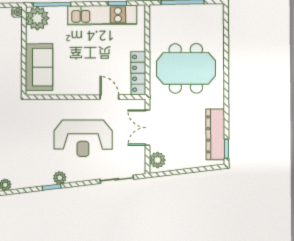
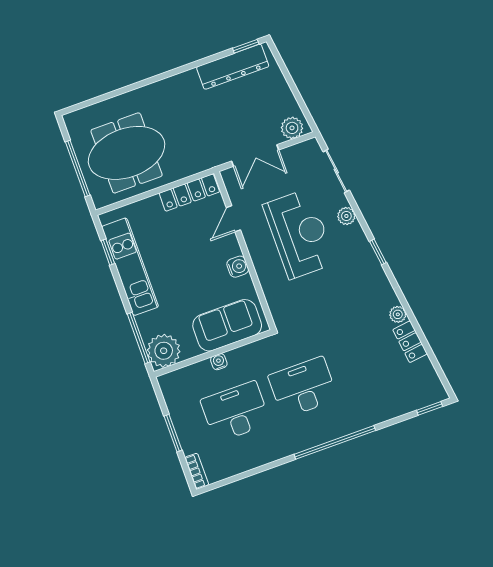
water cooler: (17, 12) -> (219, 362), moved
meeting table: (186, 68) -> (127, 153), moved, turned 90
water cooler: (76, 88) -> (238, 267), added
plant: (60, 178) -> (346, 216), moved

